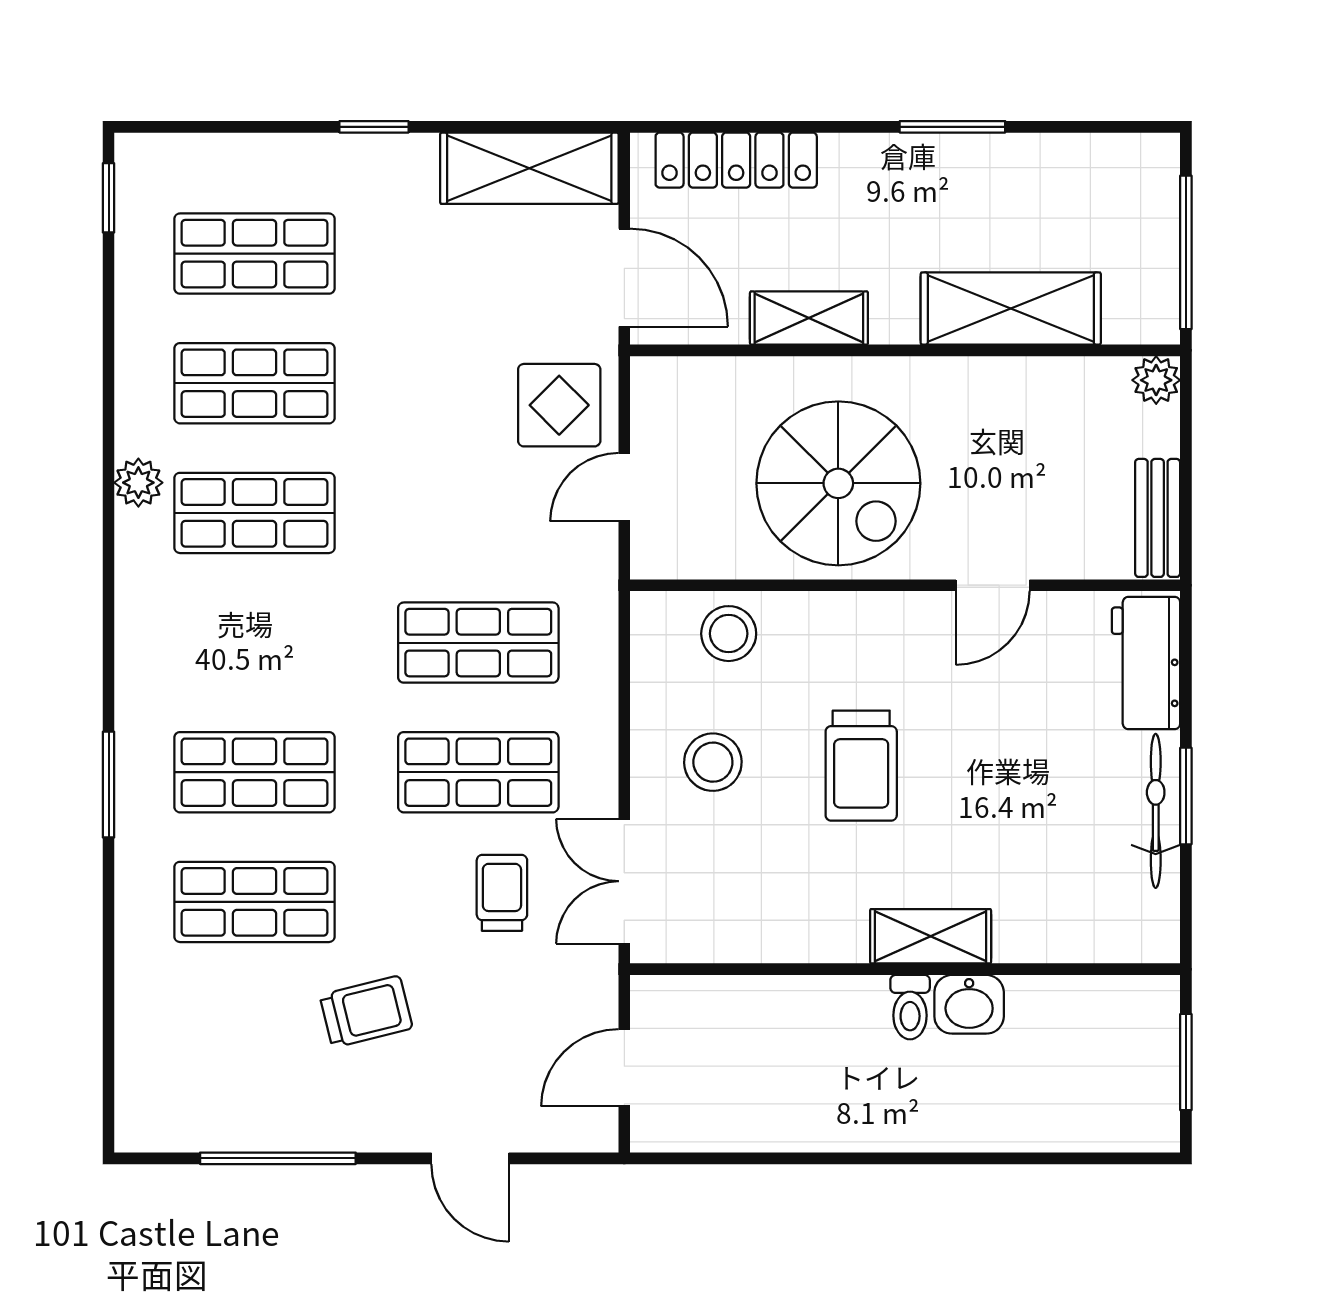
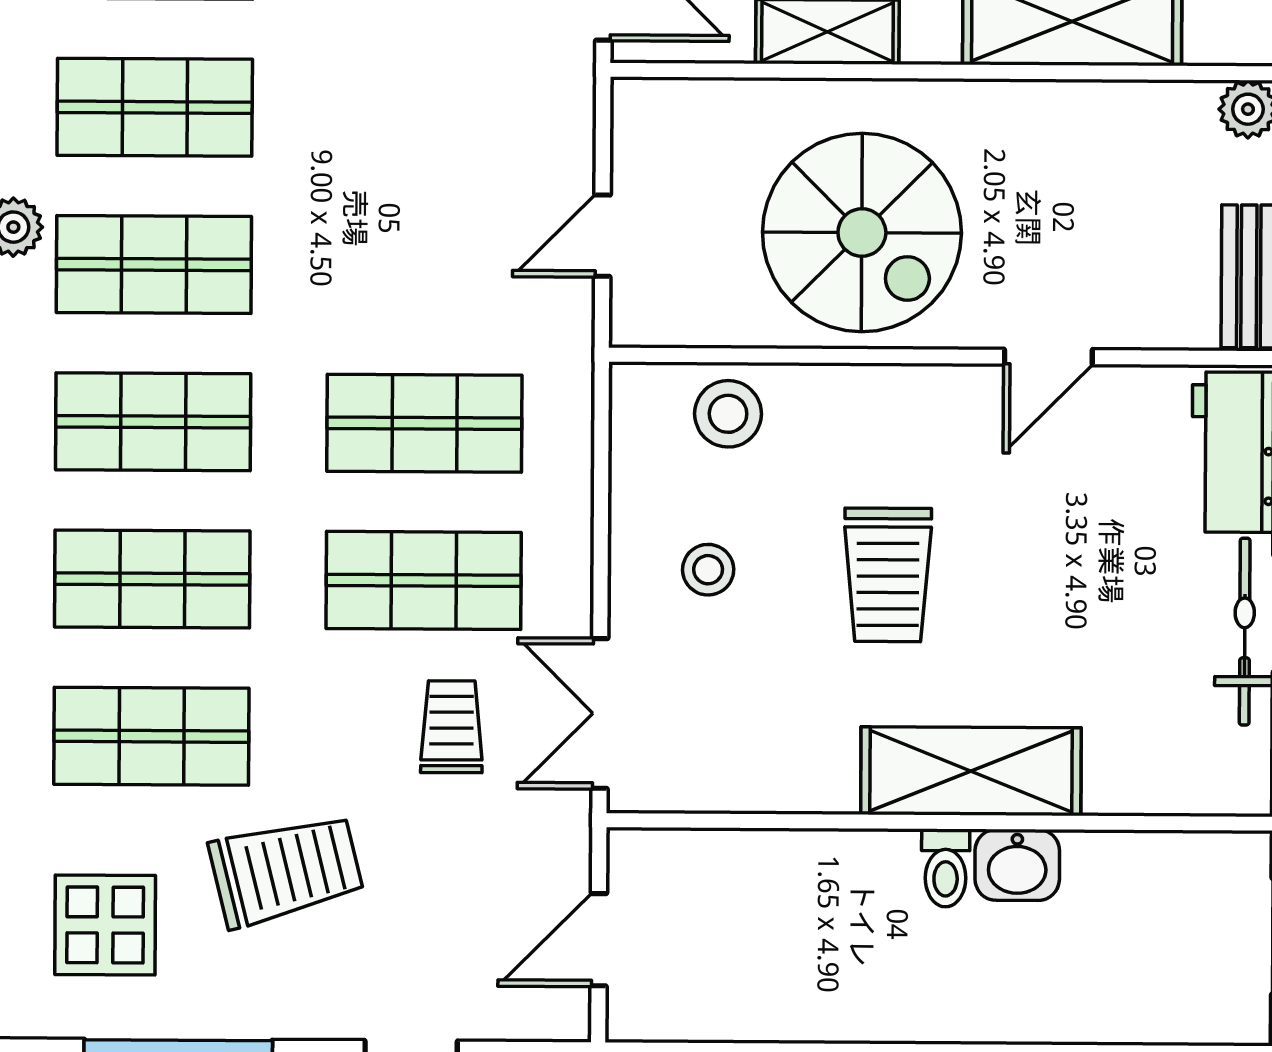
display table: (559, 405) -> (105, 925), moved
shop shelf: (254, 643) -> (153, 422), added
stool: (713, 762) -> (708, 570), width x0.73, depth x0.73
shelving: (931, 936) -> (971, 771), width x1.50, depth x1.33
trolley: (366, 1012) -> (286, 870), width x1.36, depth x1.39

